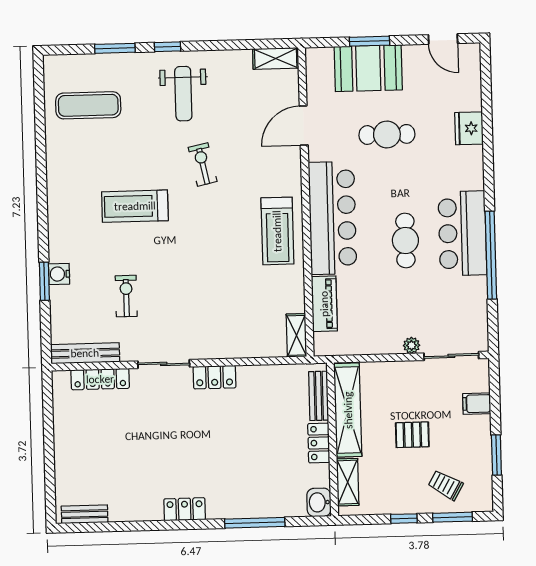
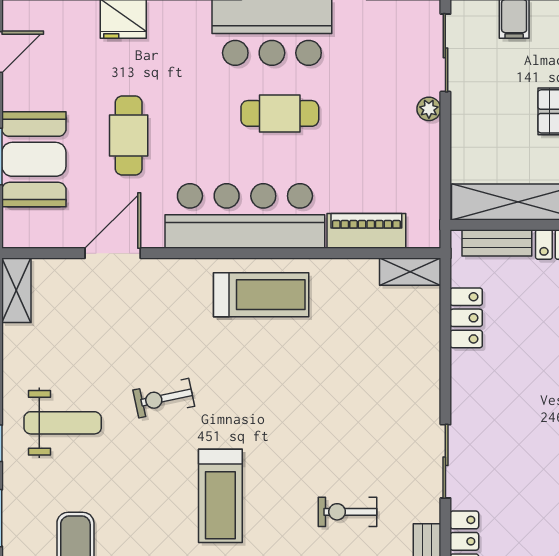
door: (304, 126) -> (113, 253), swing flipped
locker: (214, 377) -> (466, 318), moved

